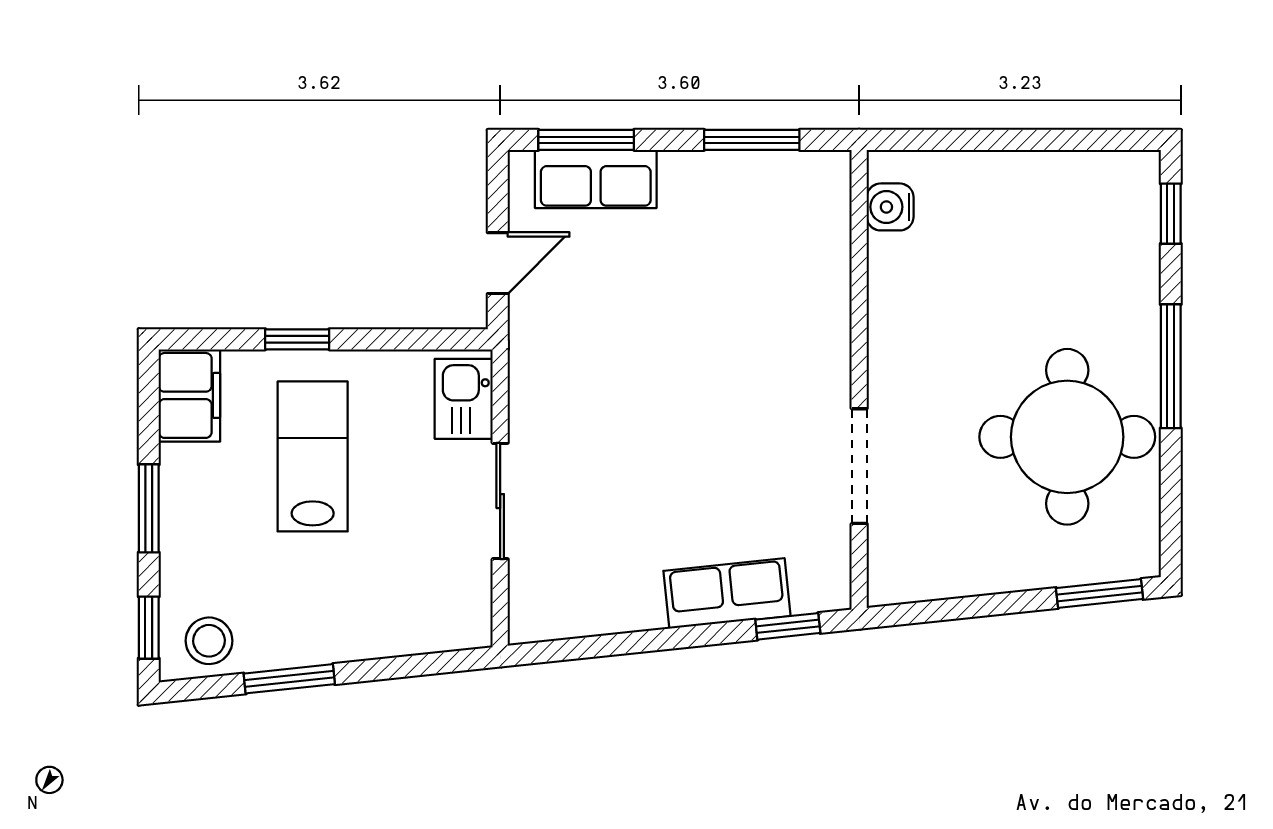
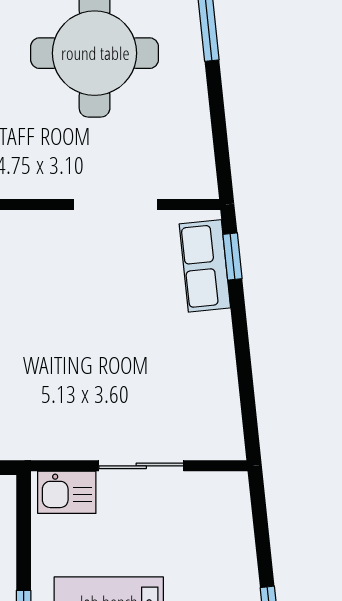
row of seats: (727, 593) -> (205, 266), moved

